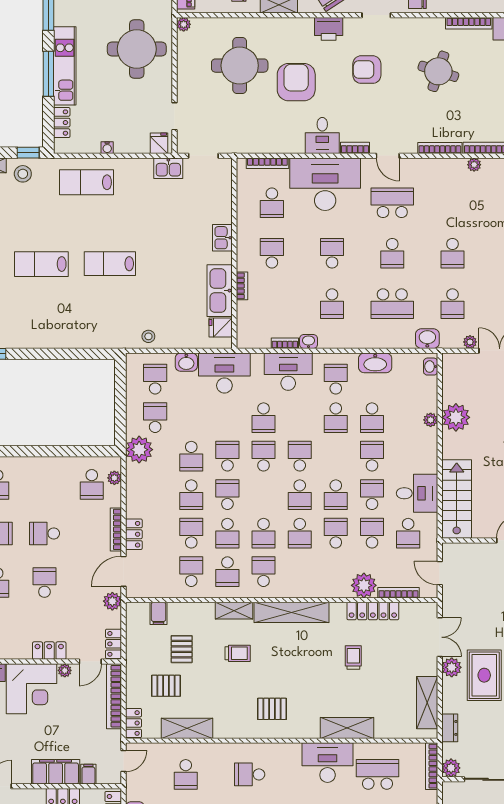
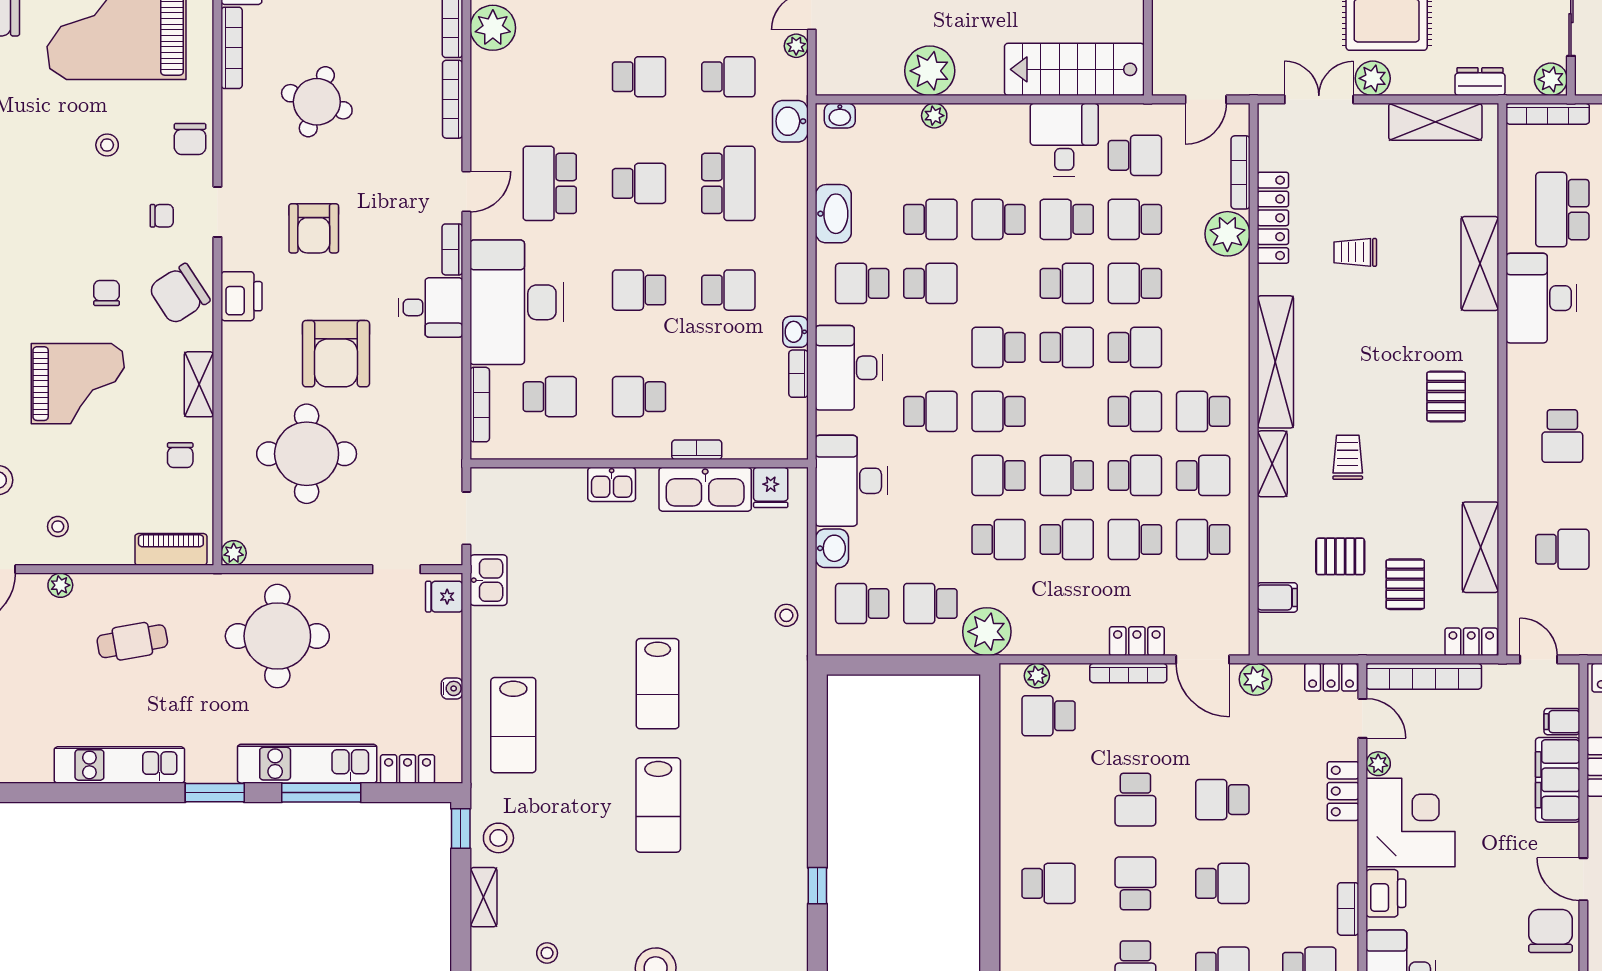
armchair: (296, 82) -> (336, 354), turned -90
plant: (474, 165) -> (493, 28), width x1.88, depth x1.88
school desk: (92, 484) -> (1049, 716), turned 180

